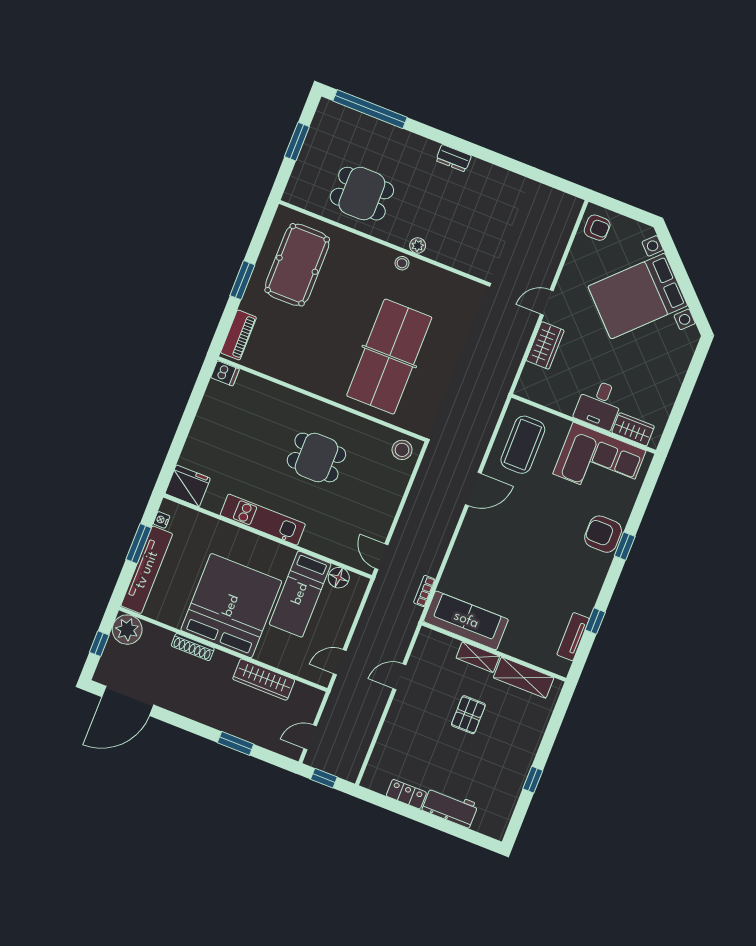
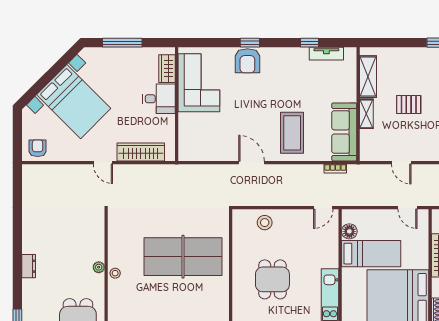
wardrobe: (545, 345) -> (141, 152), width x1.50
window: (688, 386) -> (122, 43), added
coffee table: (523, 445) -> (292, 133), moved, turned 90
stool: (402, 450) -> (265, 223), moved

